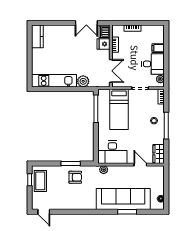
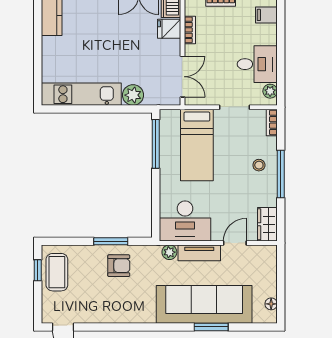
filing cabinet: (158, 48) -> (266, 15), moved
door: (140, 165) -> (235, 243), hinge flipped
tv unit: (120, 170) -> (199, 253), added

